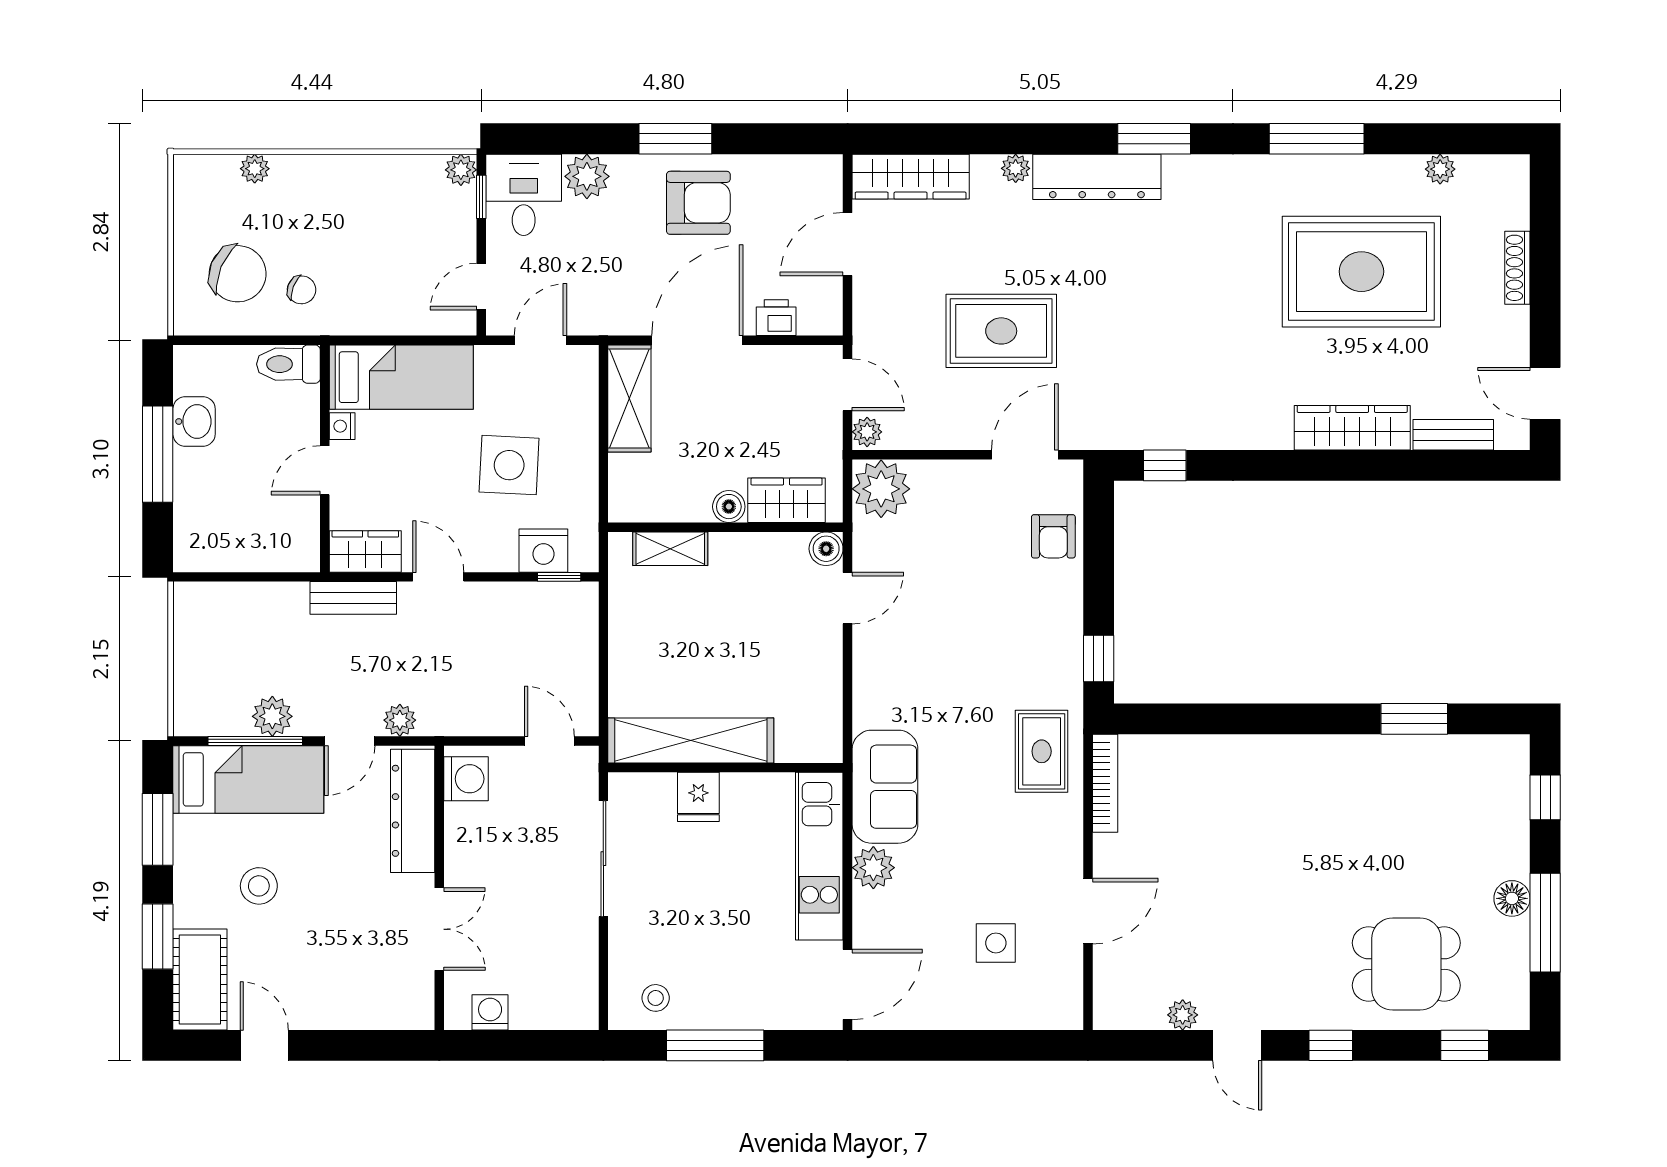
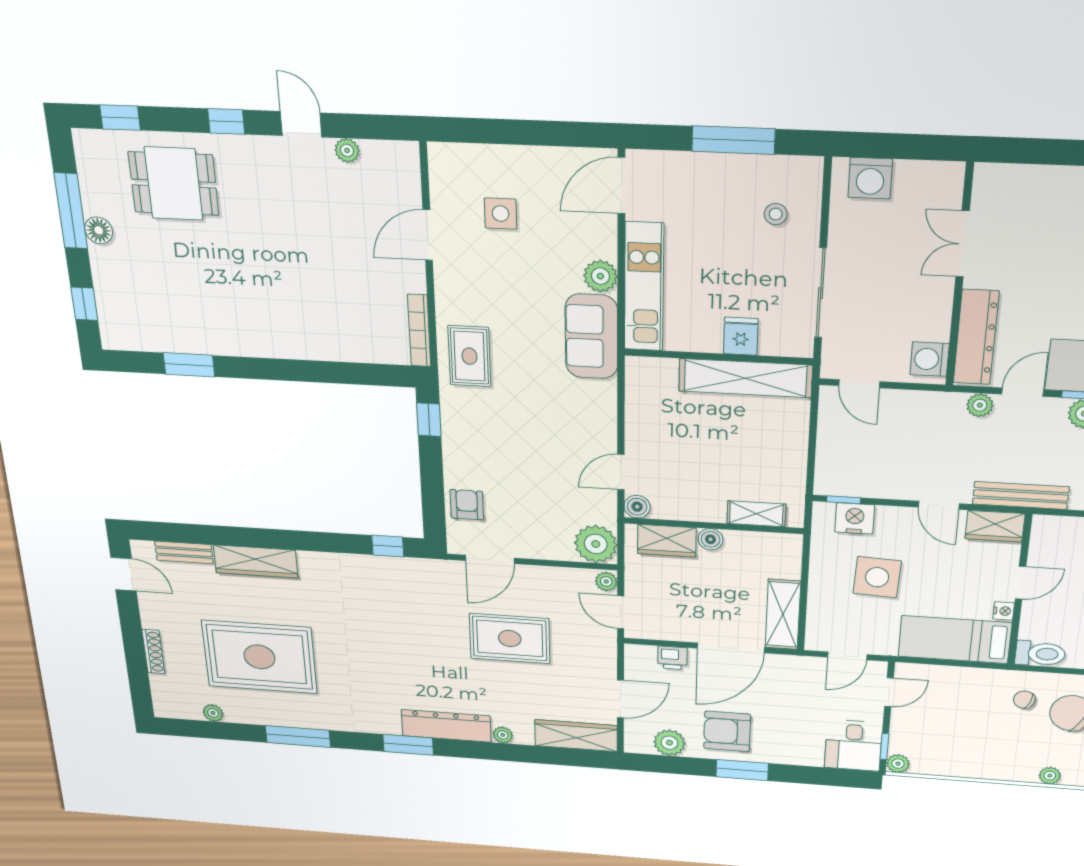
plant: (587, 176) -> (669, 743), moved
bench: (353, 598) -> (1021, 495), width x1.36
stool: (656, 998) -> (776, 214), moved
washing machine: (490, 1012) -> (870, 178), moved, width x1.38, depth x1.38

